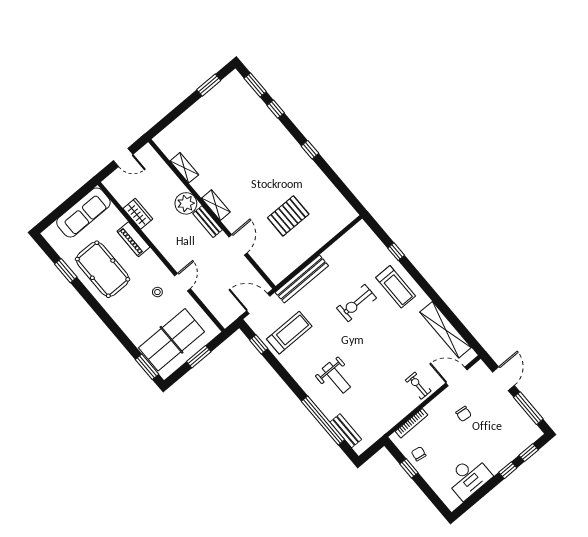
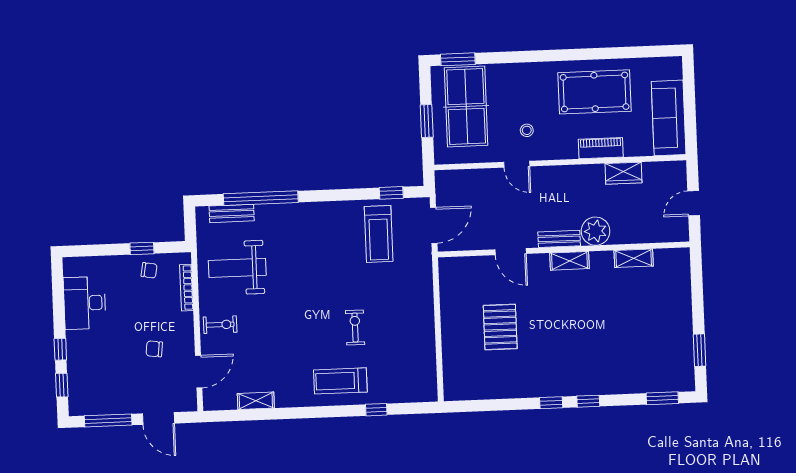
window: (276, 109) -> (588, 401), moved
window: (66, 271) -> (623, 53), removed
bench: (302, 279) -> (424, 290), removed
exercise bike: (357, 303) -> (355, 327), width x0.73, depth x0.72
shelving: (446, 330) -> (256, 401), width x0.45, depth x0.75
weight bench: (336, 378) -> (237, 268), moved, width x1.36, depth x1.33

